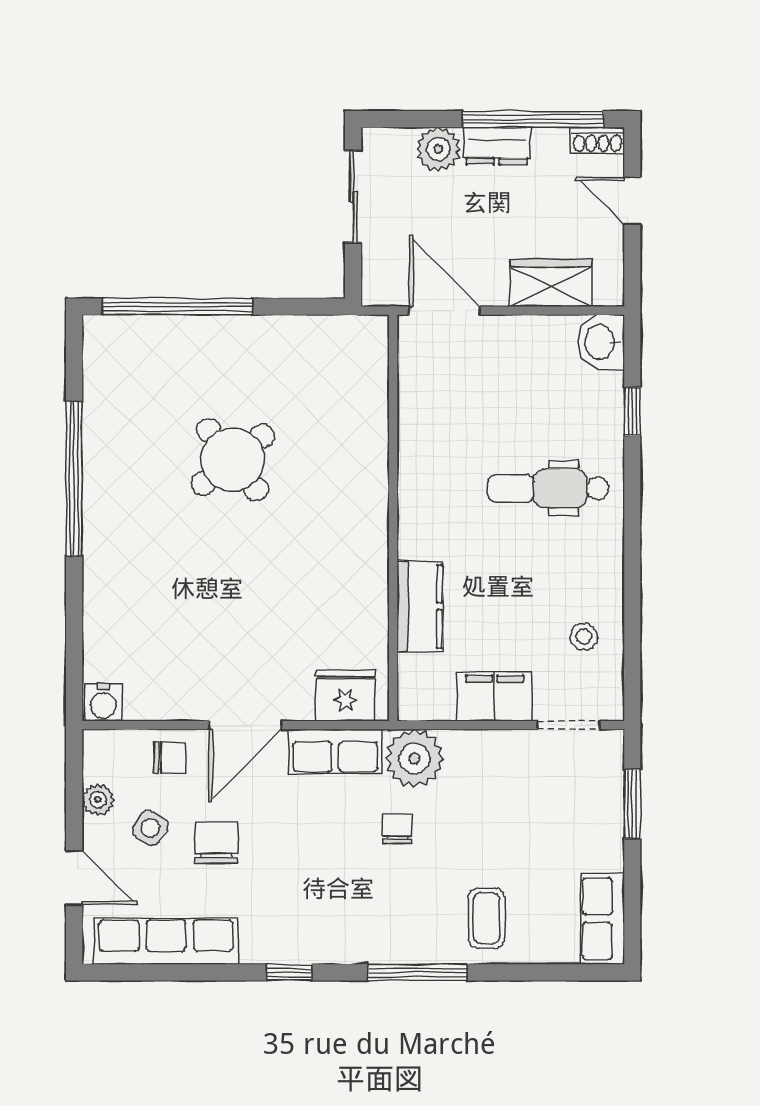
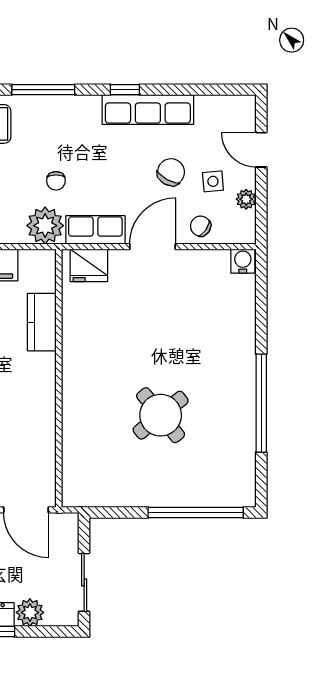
chair: (170, 757) -> (201, 226), turned 35
side table: (150, 828) -> (213, 181), turned -36
chair: (216, 842) -> (171, 172), turned -151
row of seats: (166, 941) -> (148, 109), moved

